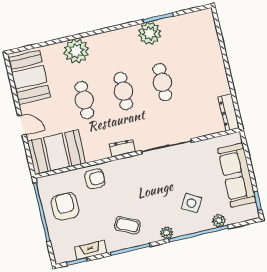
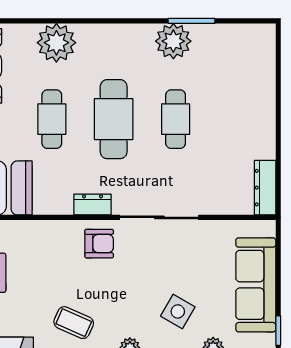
cafe table: (123, 91) -> (114, 119), width x1.37, depth x1.35
armchair: (95, 179) -> (99, 244), moved

